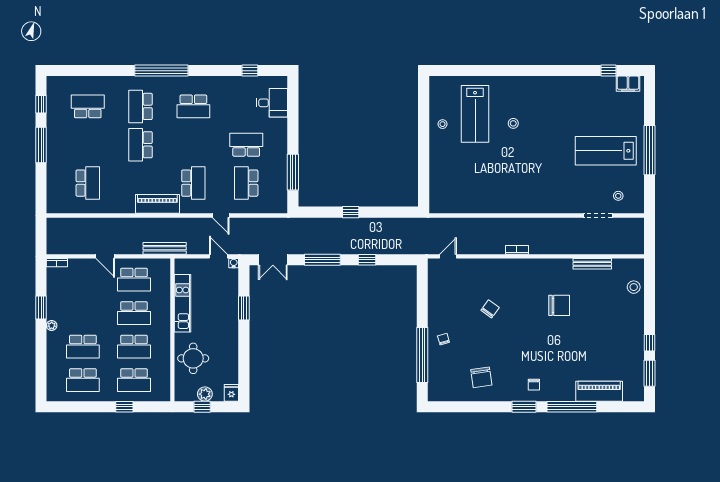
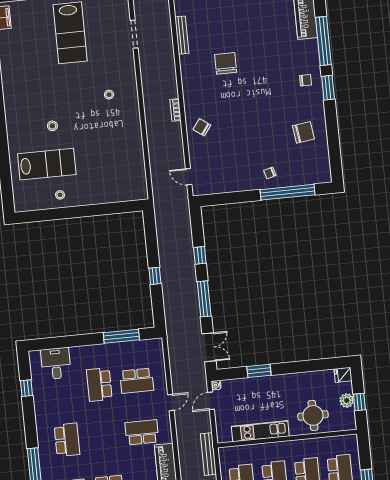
stool: (618, 196) -> (109, 95), moved
chair: (490, 309) -> (202, 127), moved

